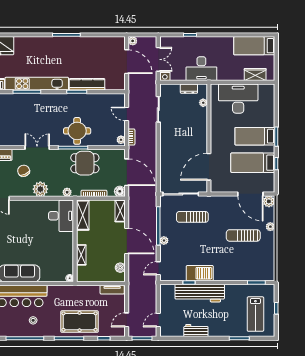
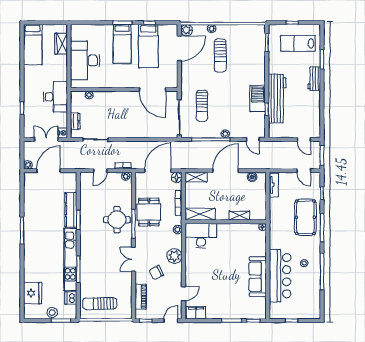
dresser: (189, 89) -> (75, 121), moved
lab bench: (255, 314) -> (298, 43), turned 180
workbench: (196, 331) -> (314, 79), moved

